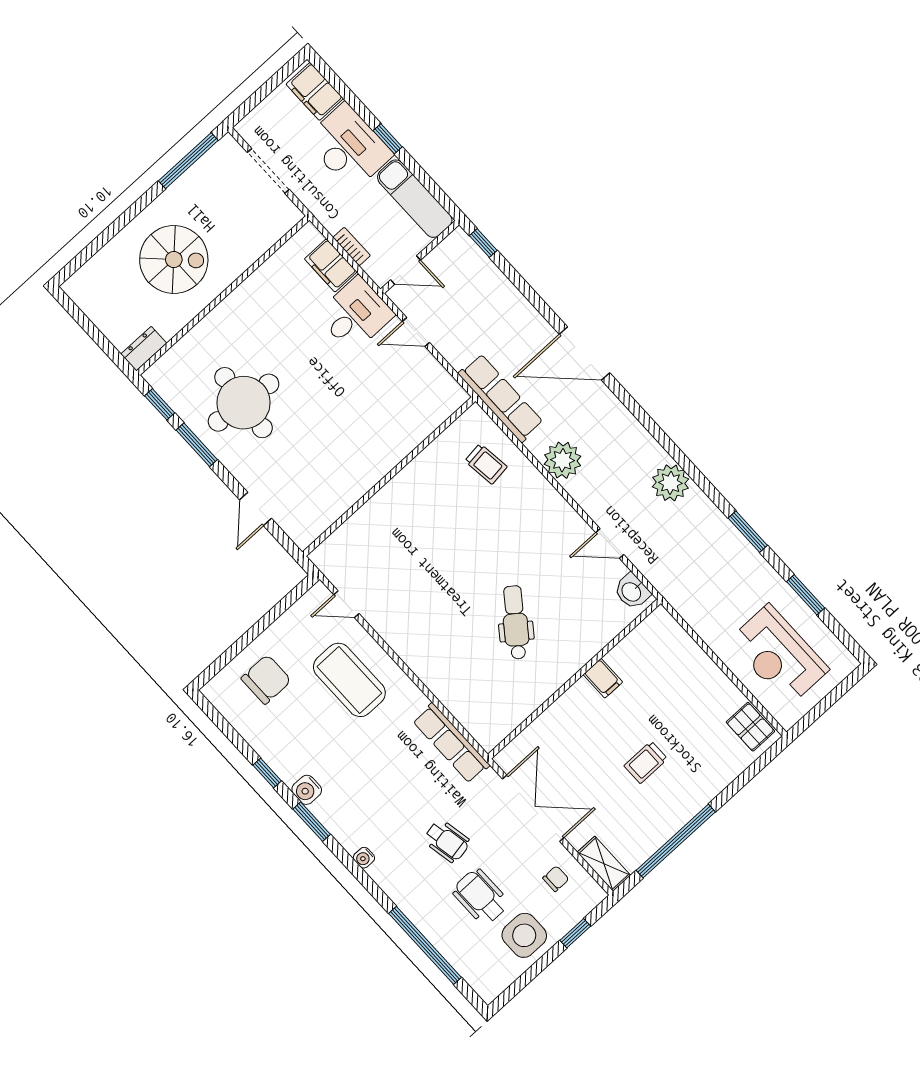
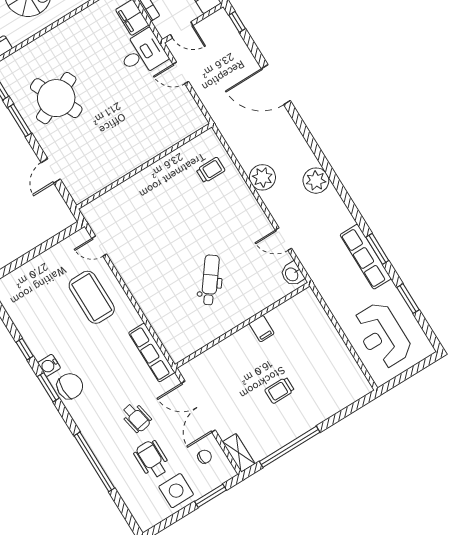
door: (584, 354) -> (276, 85), moved
row of seats: (501, 398) -> (366, 257), moved, turned 180
round table: (244, 403) -> (56, 98), turned -31
trolley: (486, 464) -> (211, 170), turned -83
plant: (670, 483) -> (316, 181), moved
chair: (266, 679) -> (70, 386), moved
pallet: (750, 727) -> (354, 380), removed
double door: (533, 808) -> (198, 407), swing flipped
water cooler: (364, 858) -> (79, 418), removed
window: (575, 933) -> (211, 496), width x1.50
window: (425, 945) -> (94, 462), moved

